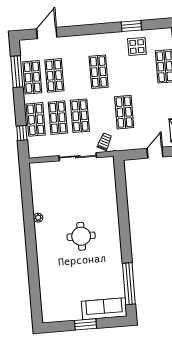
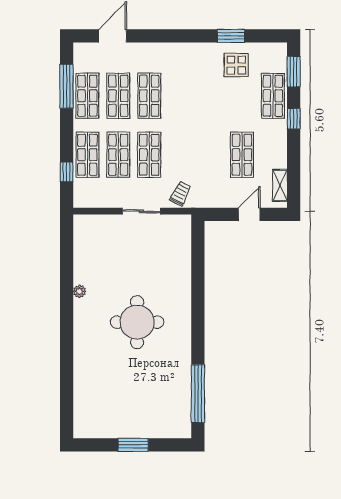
shop shelf: (99, 72) -> (149, 96), moved
shop shelf: (124, 112) -> (242, 155), moved
sliding door: (78, 157) -> (141, 211), width x0.73
round table: (81, 236) -> (137, 322), width x1.36, depth x1.36
sofa: (104, 309) -> (161, 425), removed

